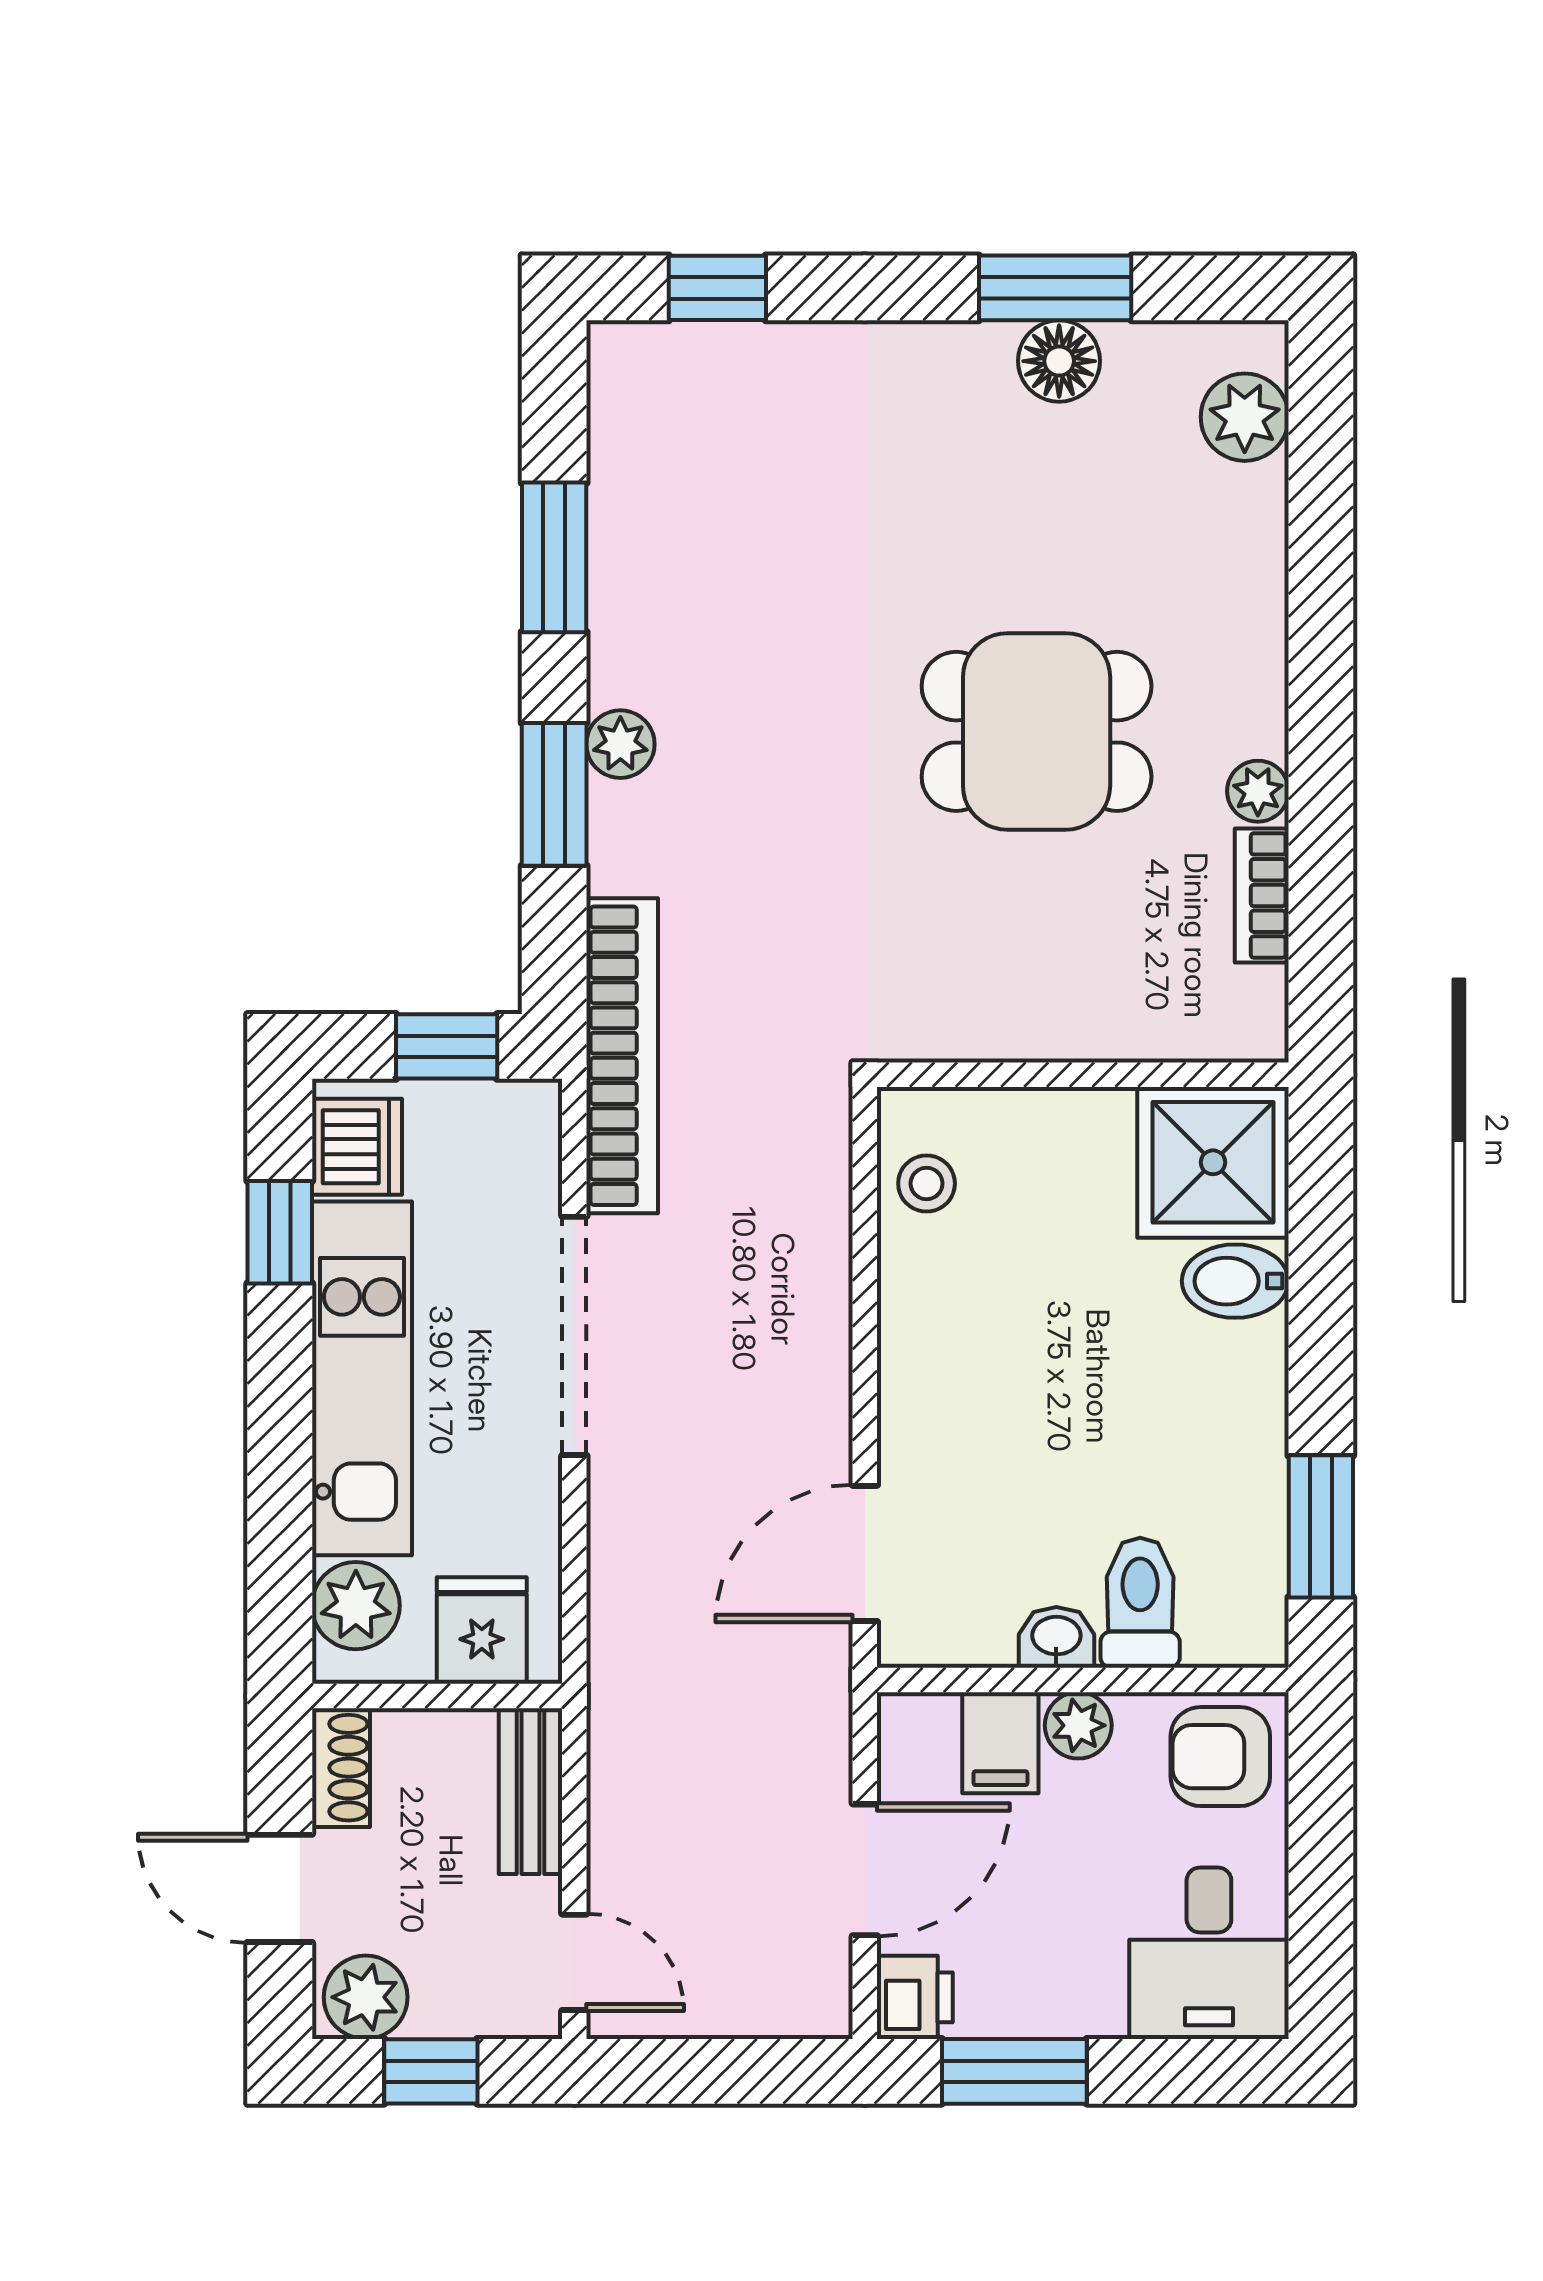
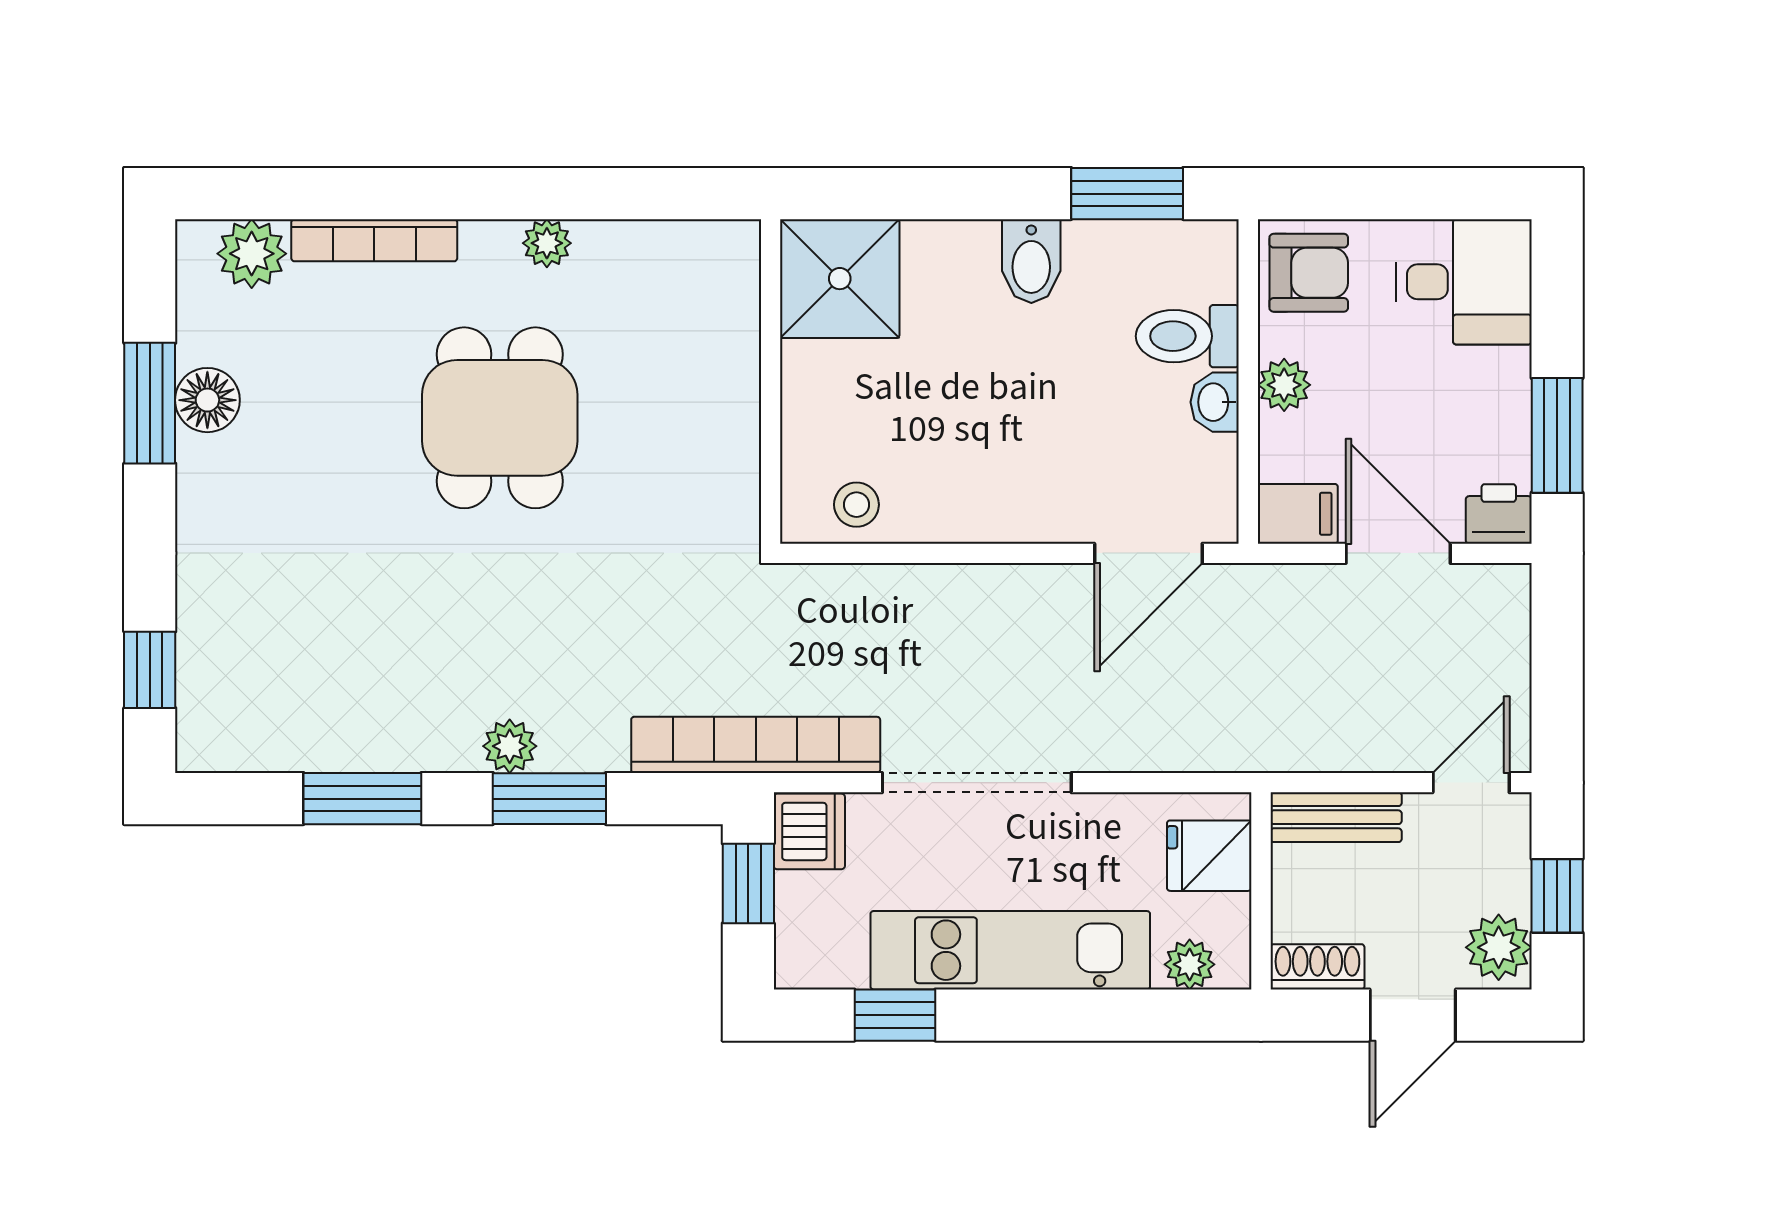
bookcase: (1262, 895) -> (374, 240), moved, width x1.56
dishwasher: (357, 1147) -> (809, 831), moved, turned 90
bidet: (1235, 1281) -> (1031, 261), moved
door: (865, 1553) -> (1148, 553), hinge flipped
plant: (356, 1606) -> (1190, 964), width x0.73, depth x0.73
filing cabinet: (1000, 1743) -> (1298, 514), moved
armchair: (1220, 1757) -> (1309, 273), turned -90

